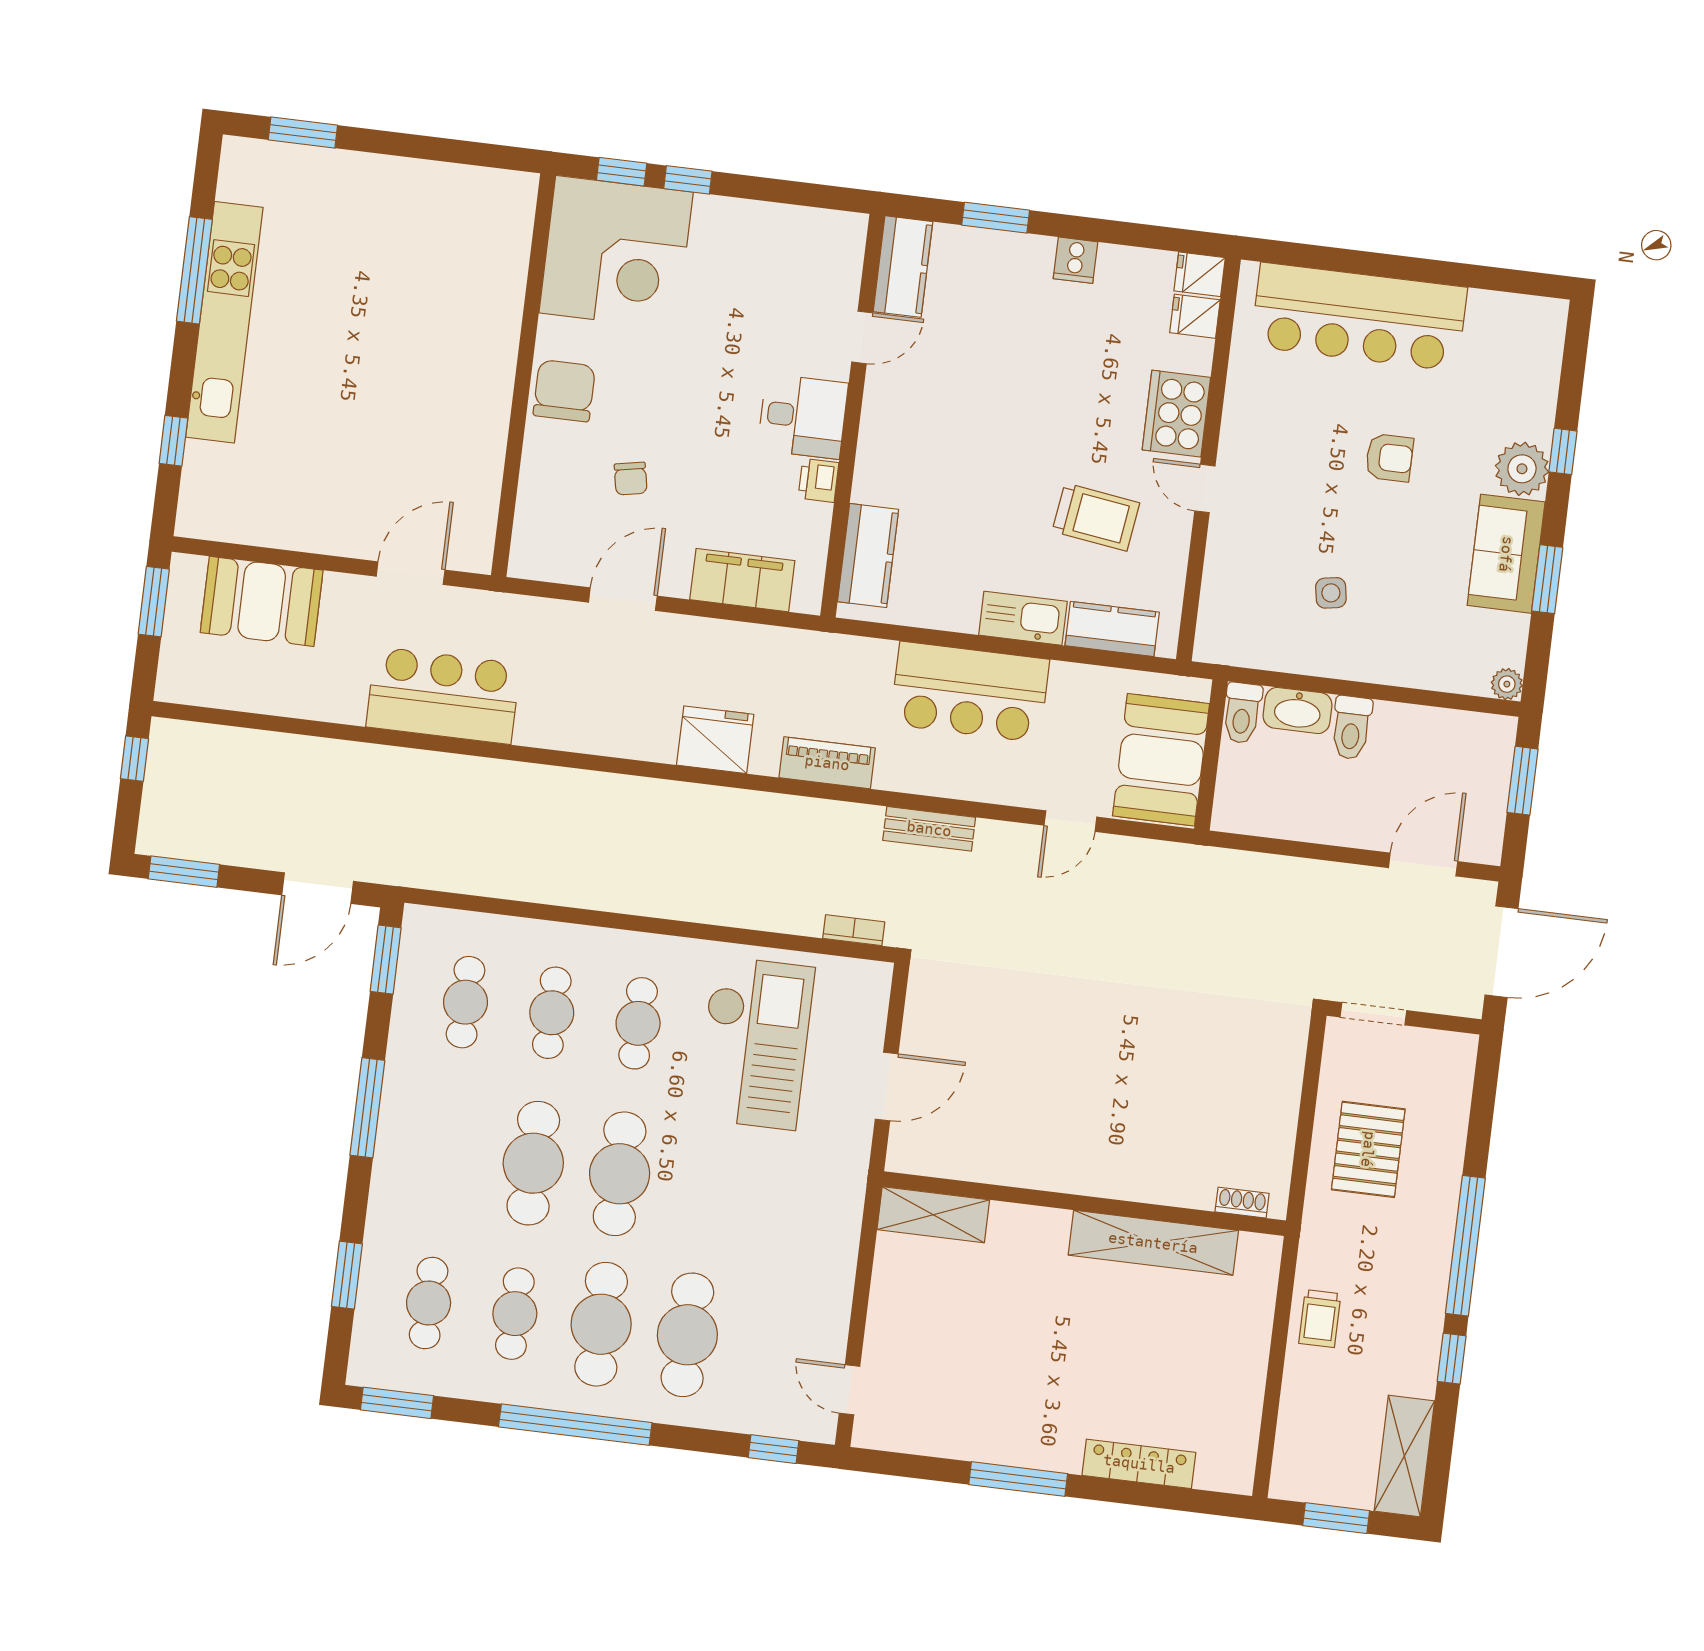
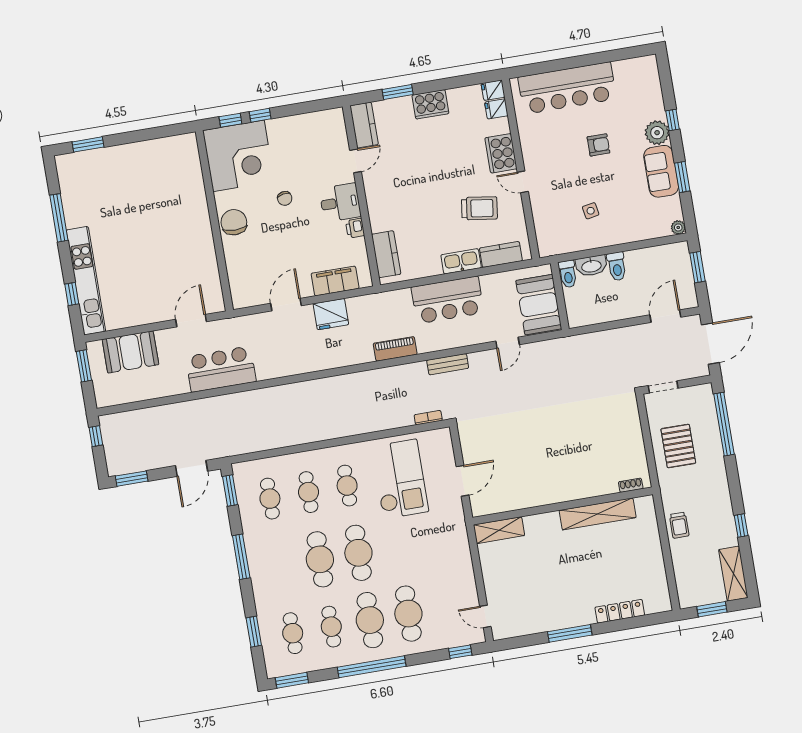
cooker: (1075, 260) -> (430, 104), width x1.87, depth x1.31
kitchen unit: (224, 322) -> (86, 281), moved
chair: (631, 479) -> (285, 198), moved
fridge: (715, 740) -> (331, 314), moved, turned 180
window: (1465, 1246) -> (724, 424), moved

